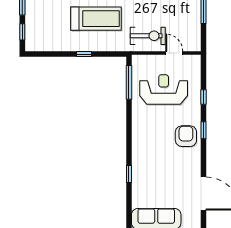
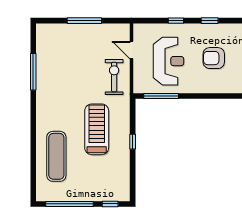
door: (174, 53) -> (132, 50), hinge flipped
reception desk: (164, 90) -> (168, 61), turned 180
armchair: (186, 136) -> (214, 58), moved

